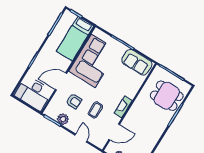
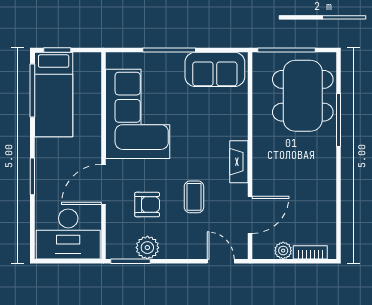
bed: (75, 39) -> (54, 94), moved
dining table: (167, 96) -> (303, 96), width x1.38
door: (81, 138) -> (221, 261), moved

